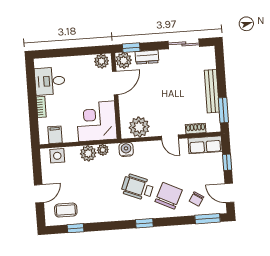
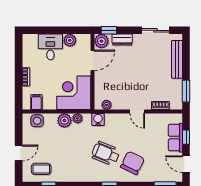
plant: (101, 61) -> (70, 40), moved
desk: (50, 81) -> (50, 47), moved, turned 90
bench: (212, 91) -> (177, 59), moved
plant: (139, 127) -> (107, 105), width x0.53, depth x0.53
row of seats: (205, 145) -> (175, 138), moved, turned 90
chair: (196, 199) -> (157, 168), removed

